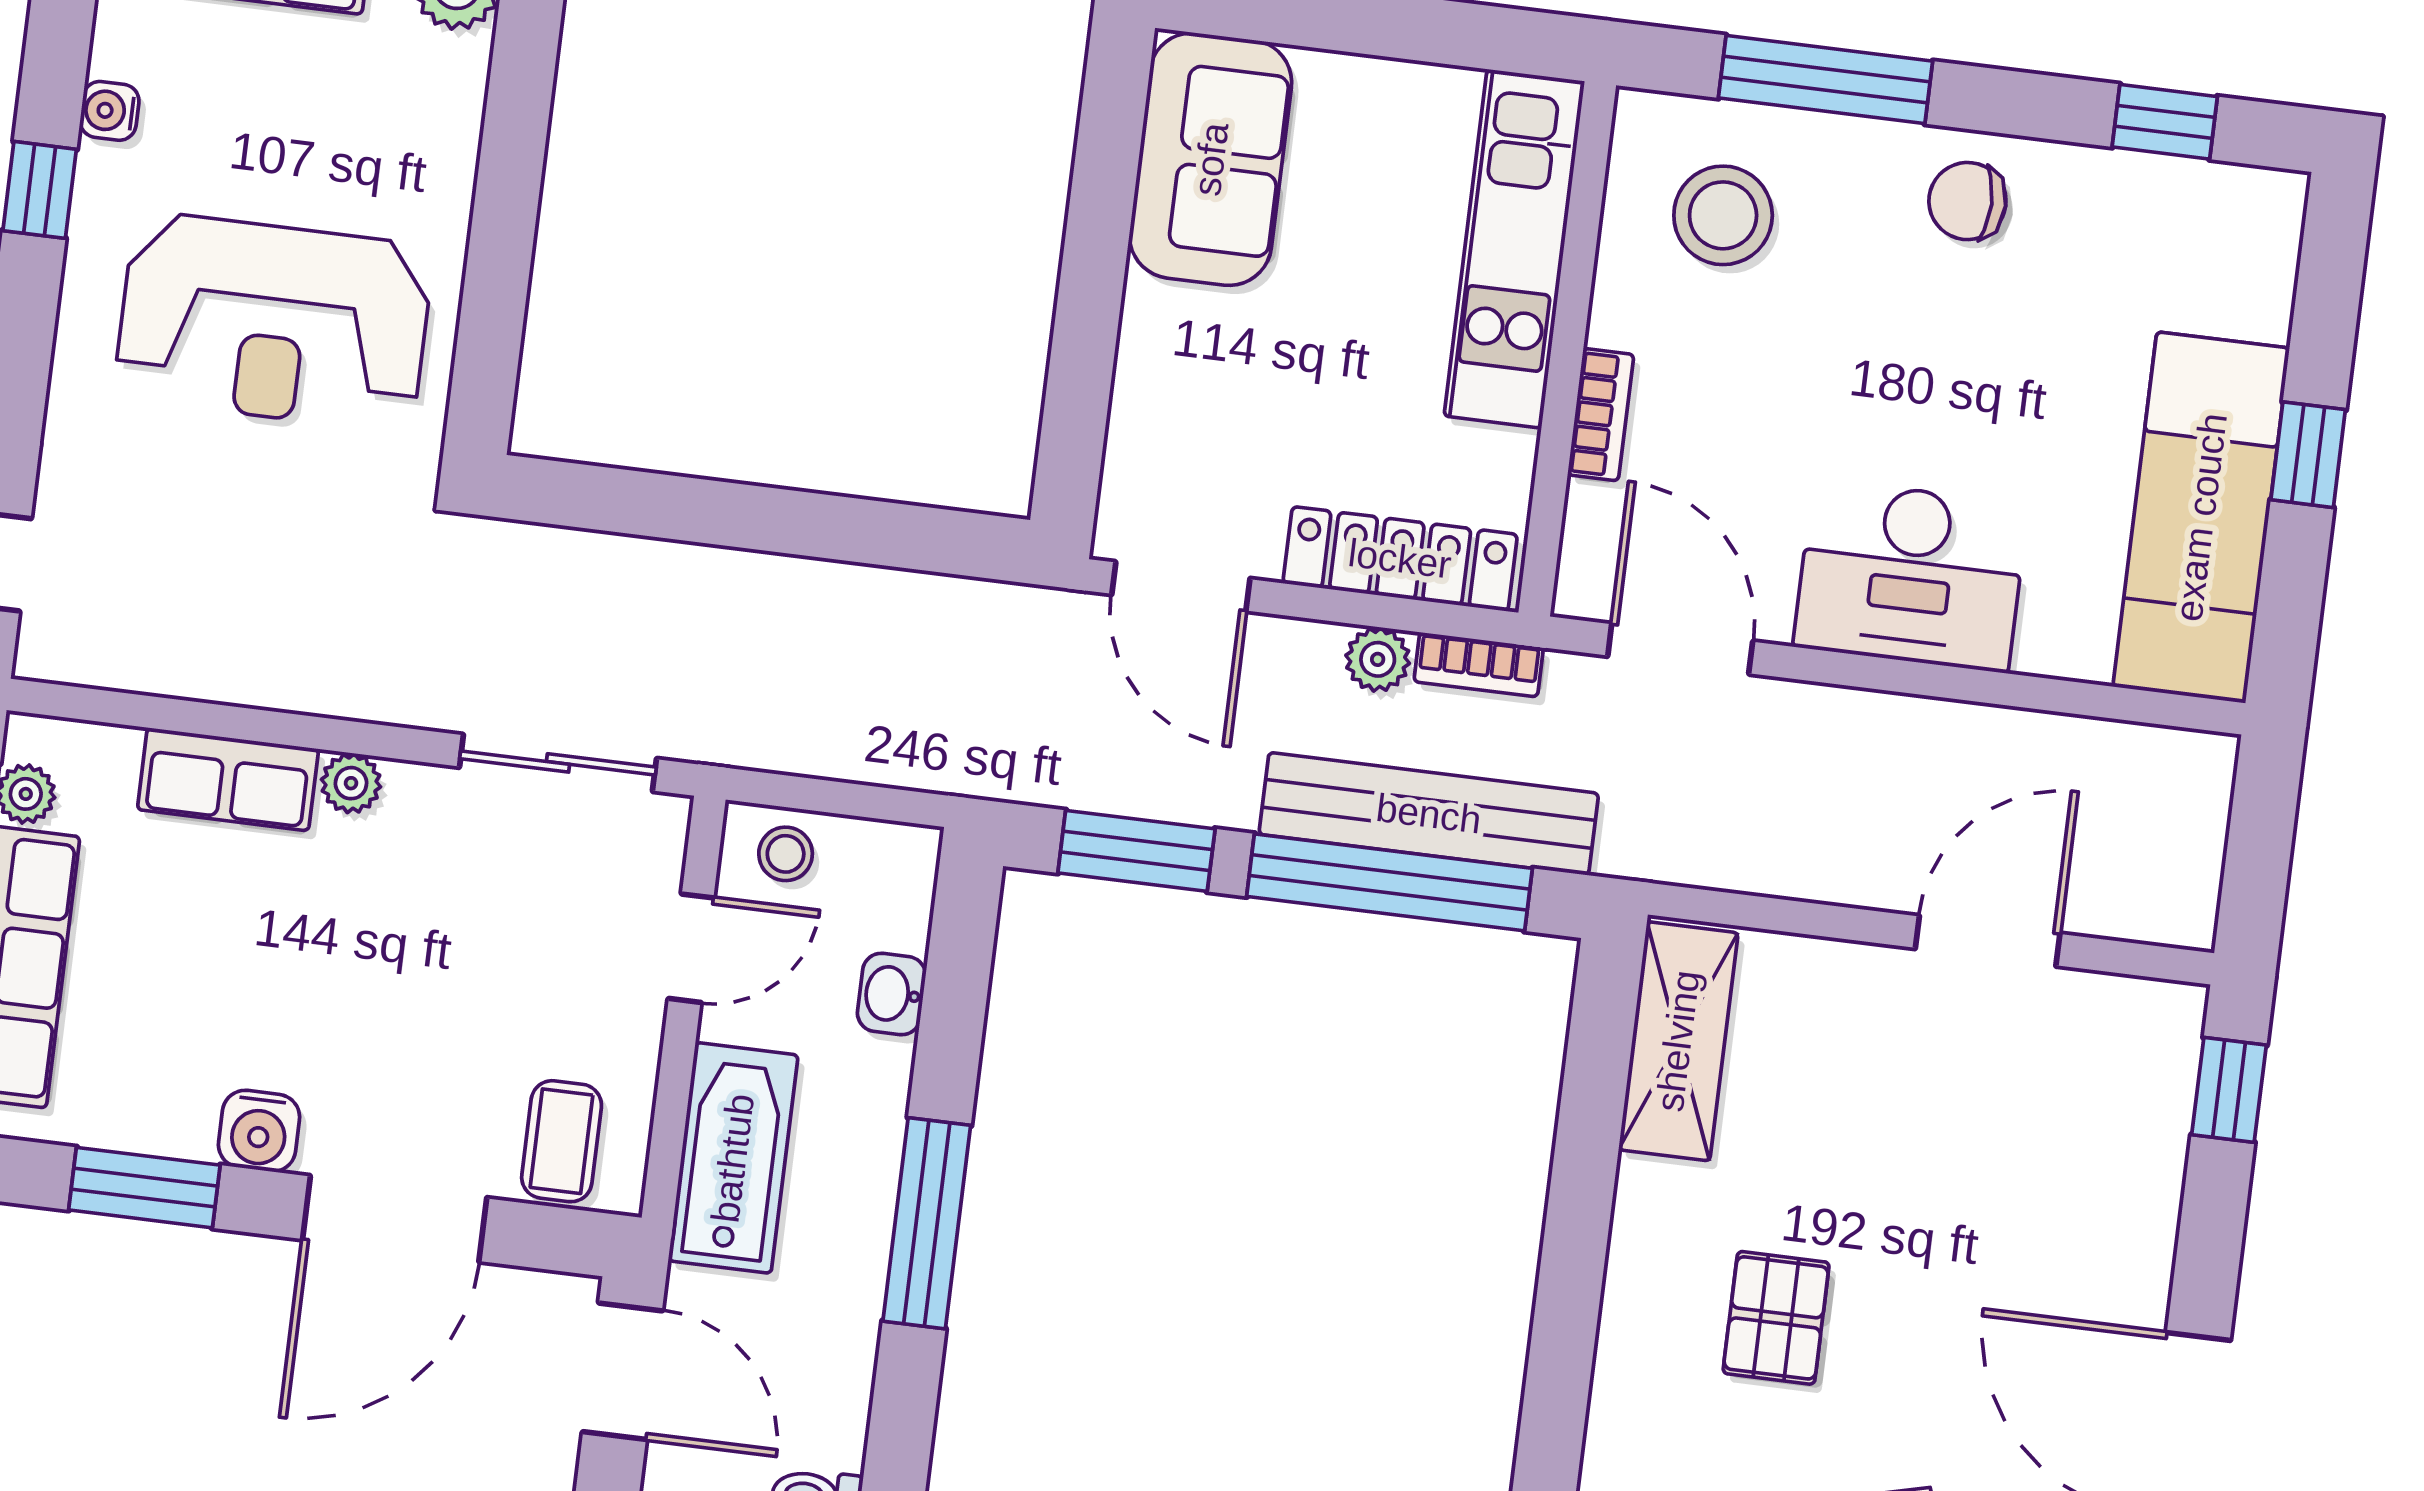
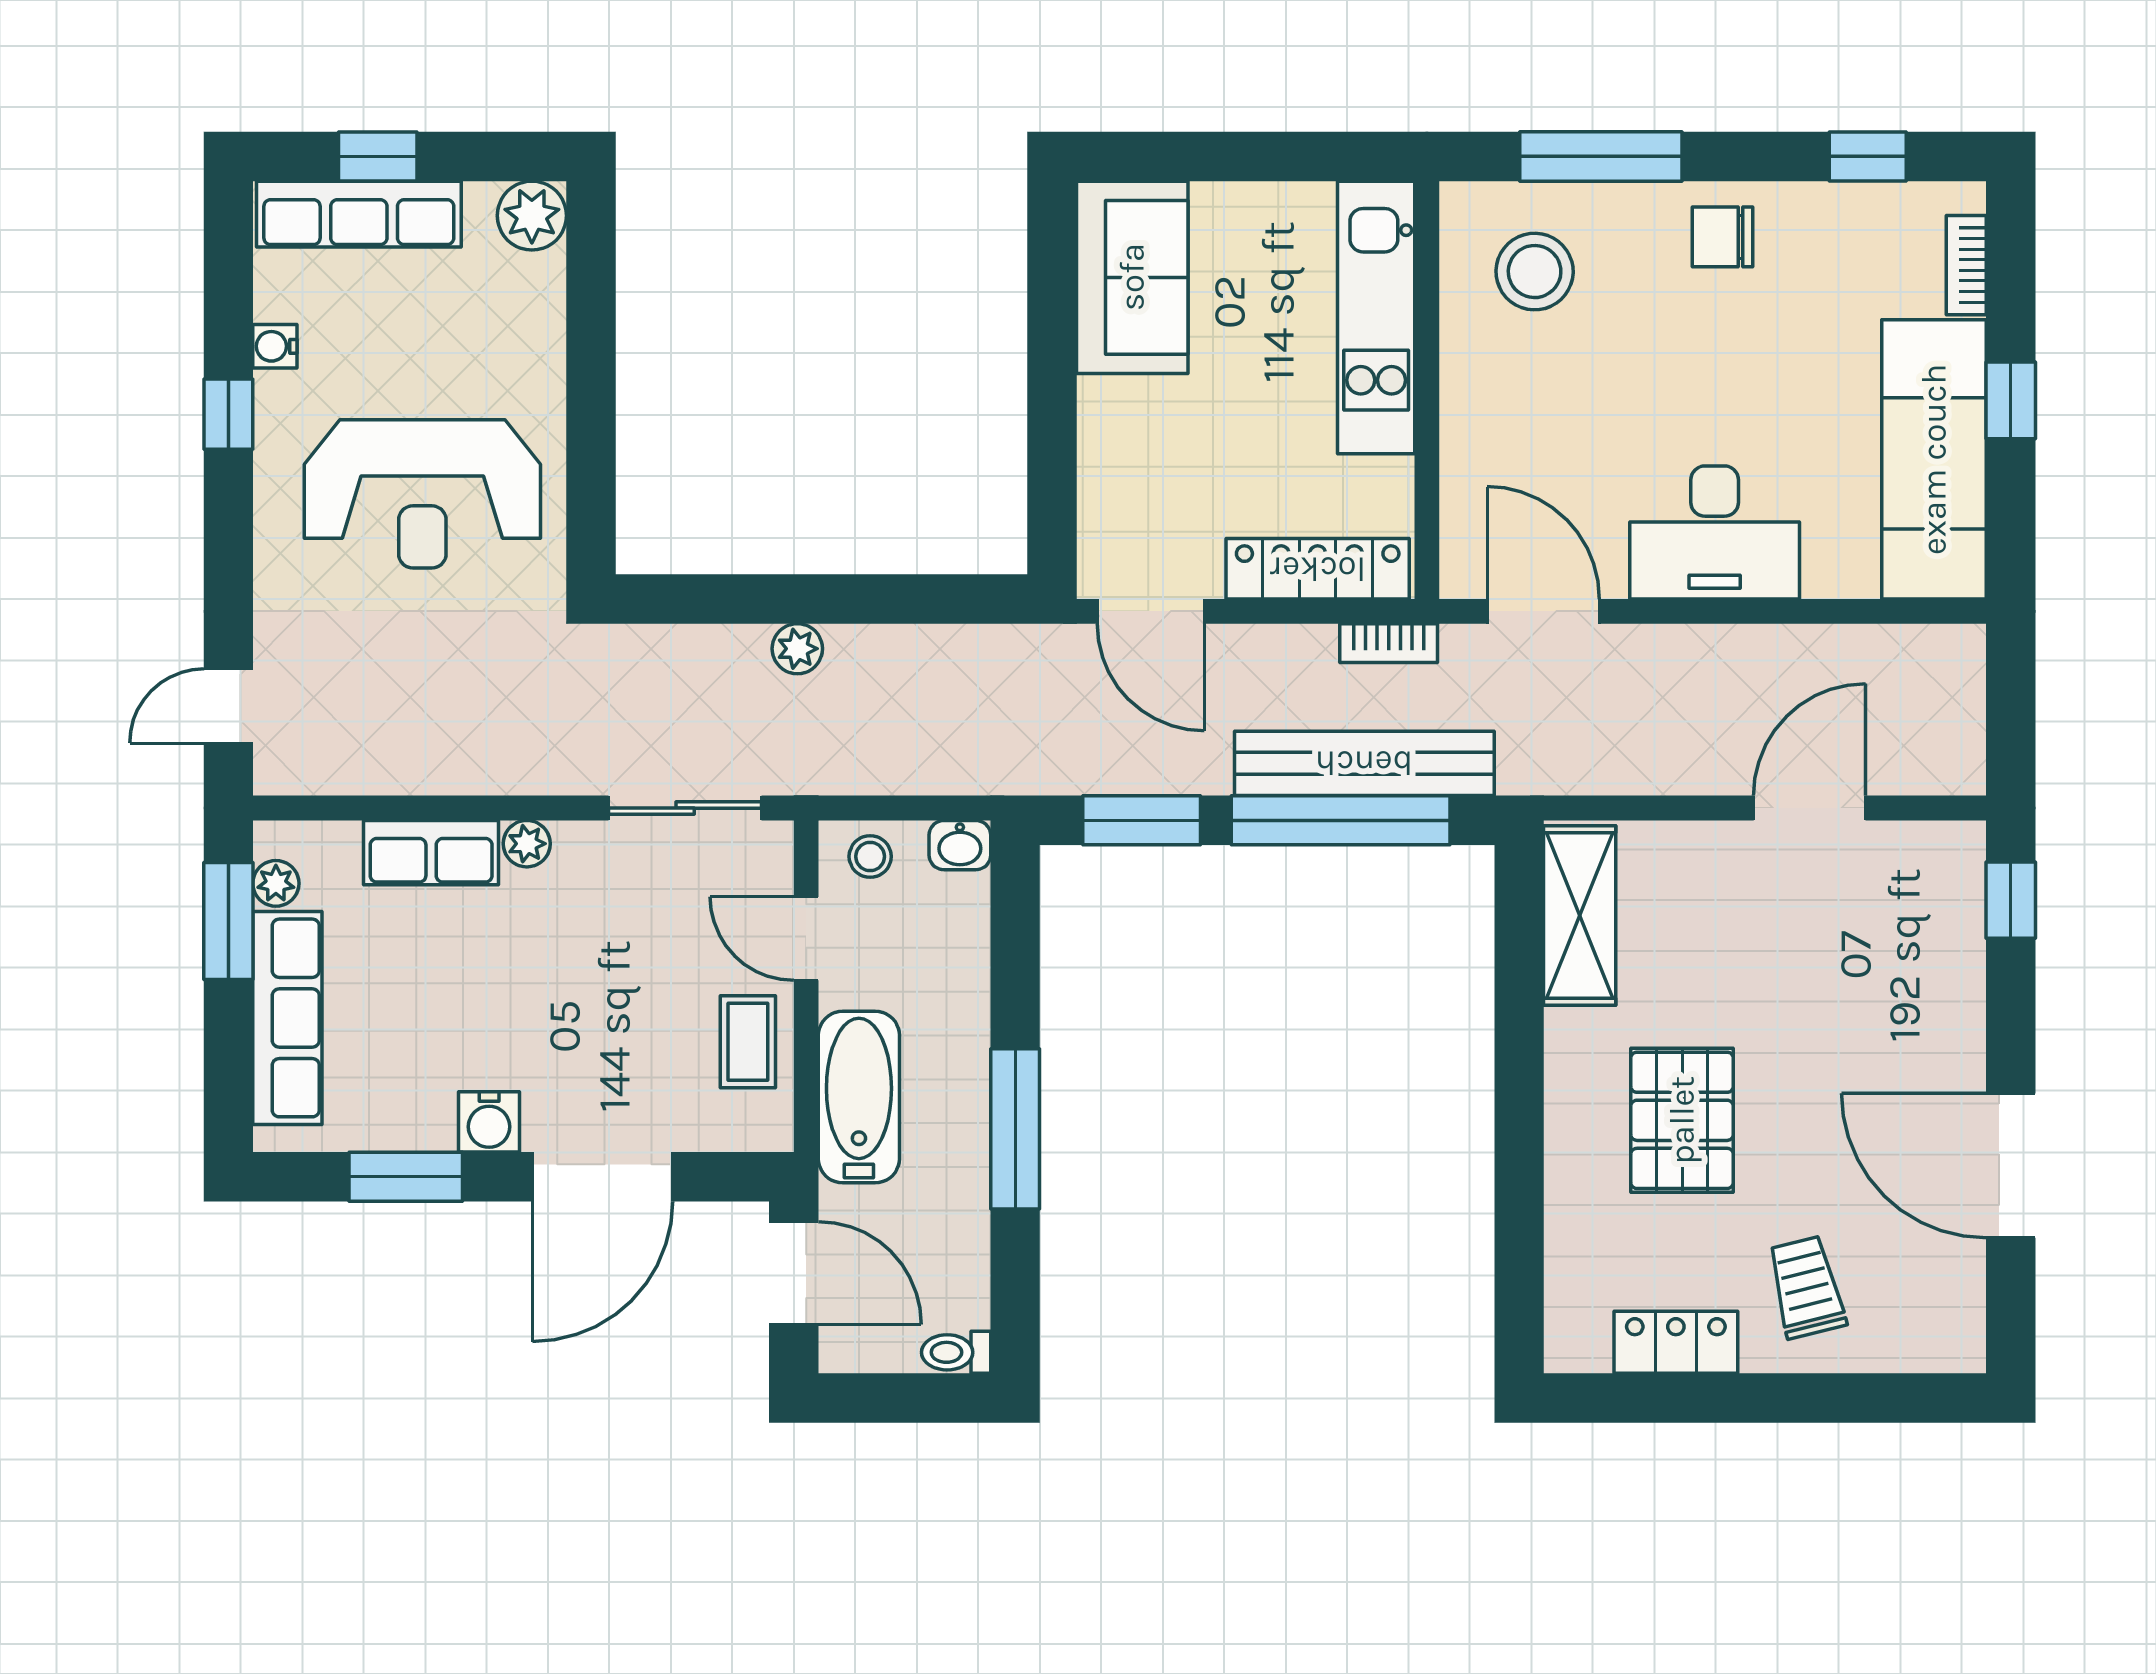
bookcase: (1601, 415) -> (1966, 265), moved, turned 180
plant: (1378, 659) -> (797, 649), moved
door: (691, 948) -> (806, 939), swing flipped
washbasin: (892, 994) -> (960, 845), moved, turned -90
coffee table: (562, 1141) -> (748, 1042), moved
pallet: (1776, 1318) -> (1682, 1120), width x1.50, depth x1.42

